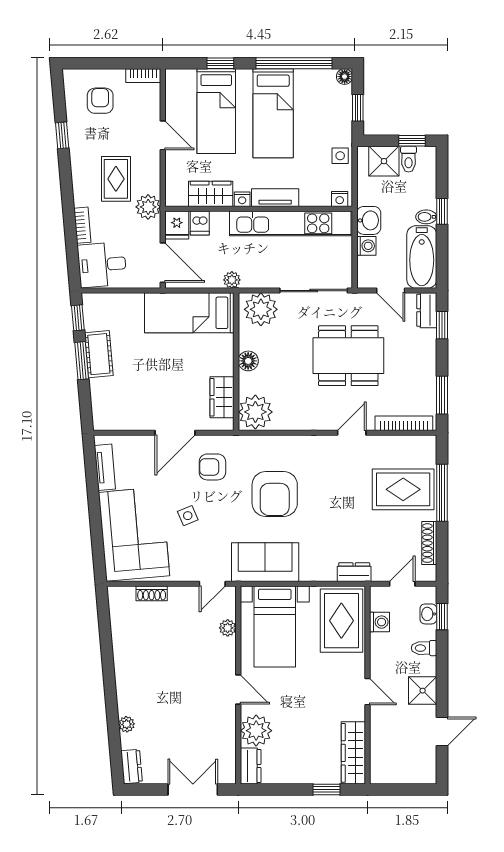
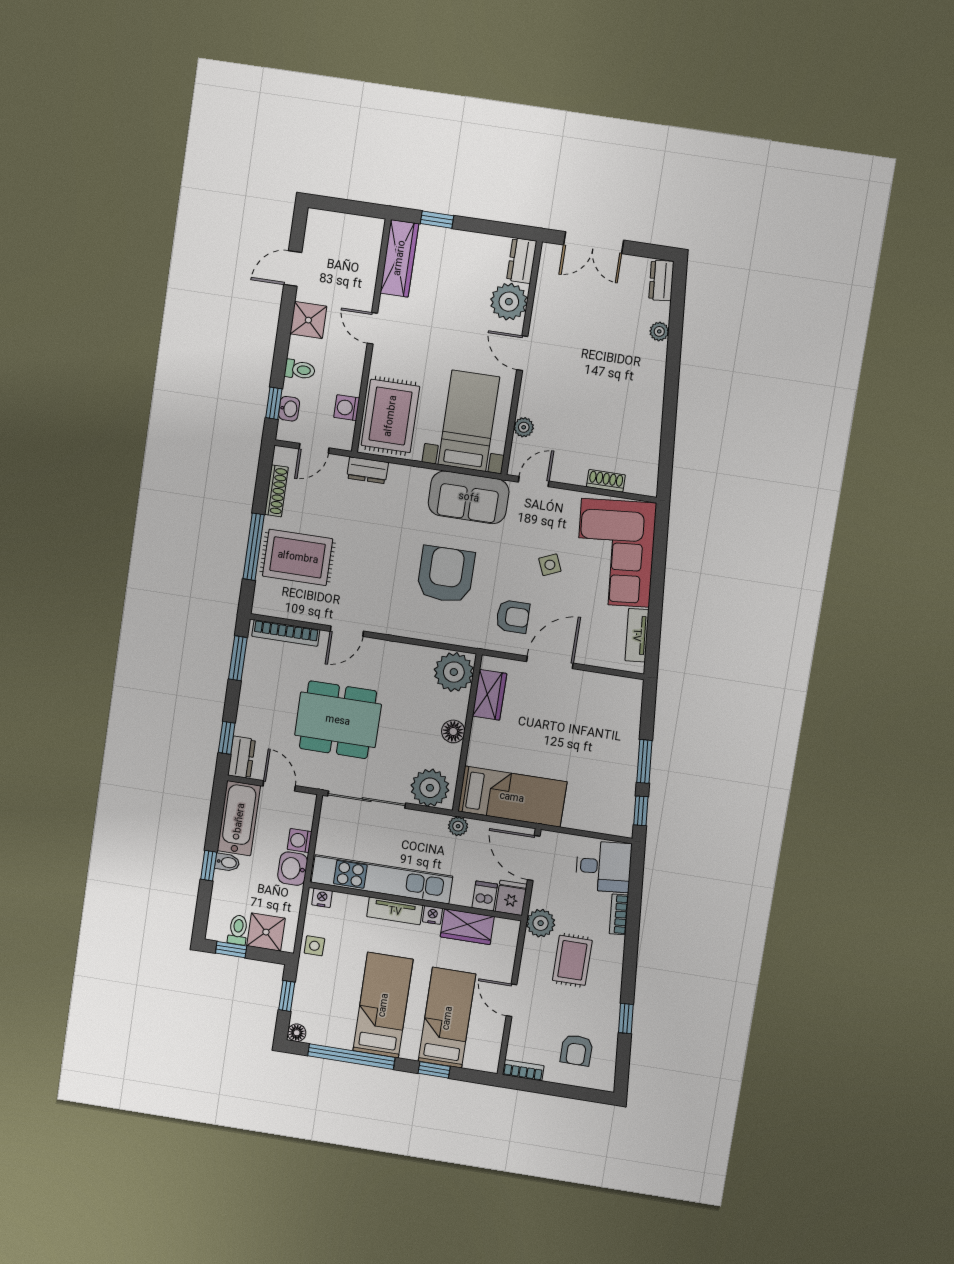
cot: (99, 354) -> (623, 766), removed

